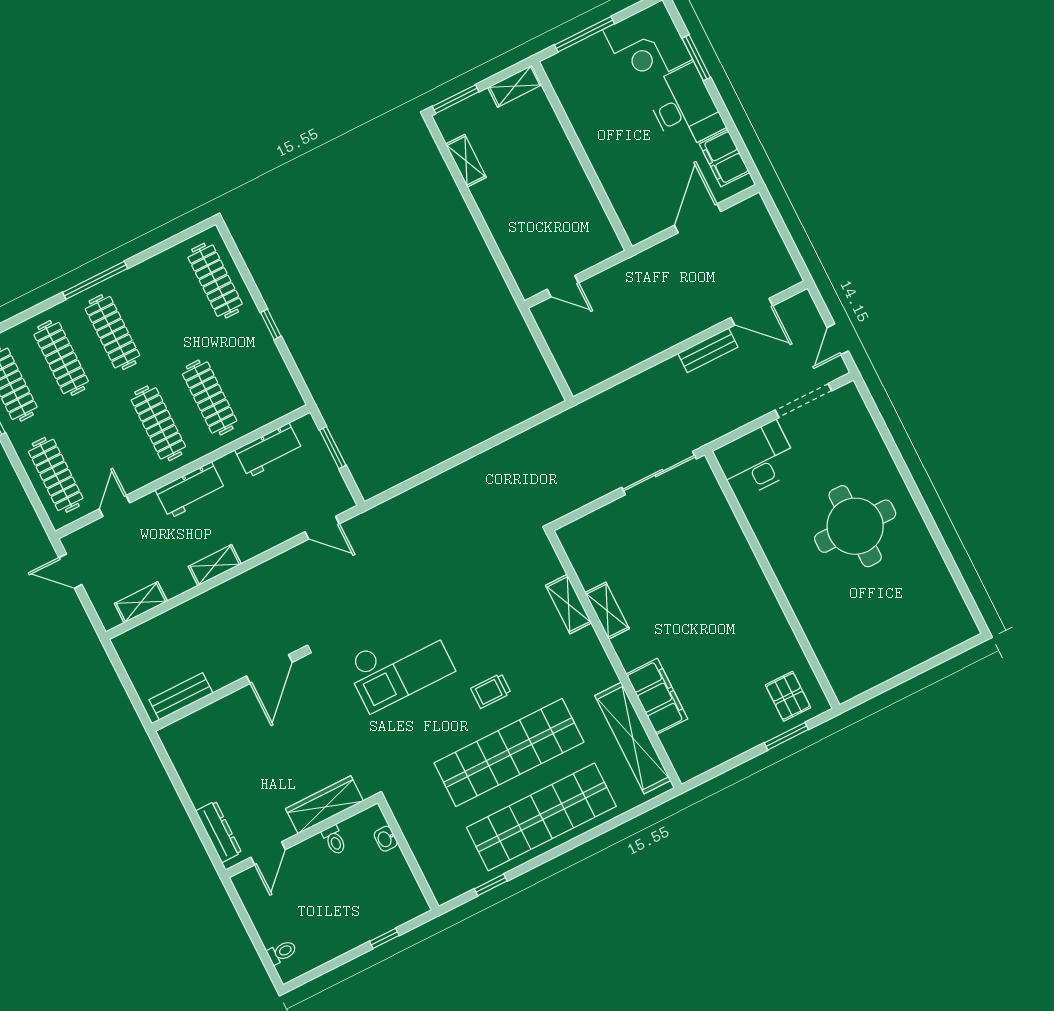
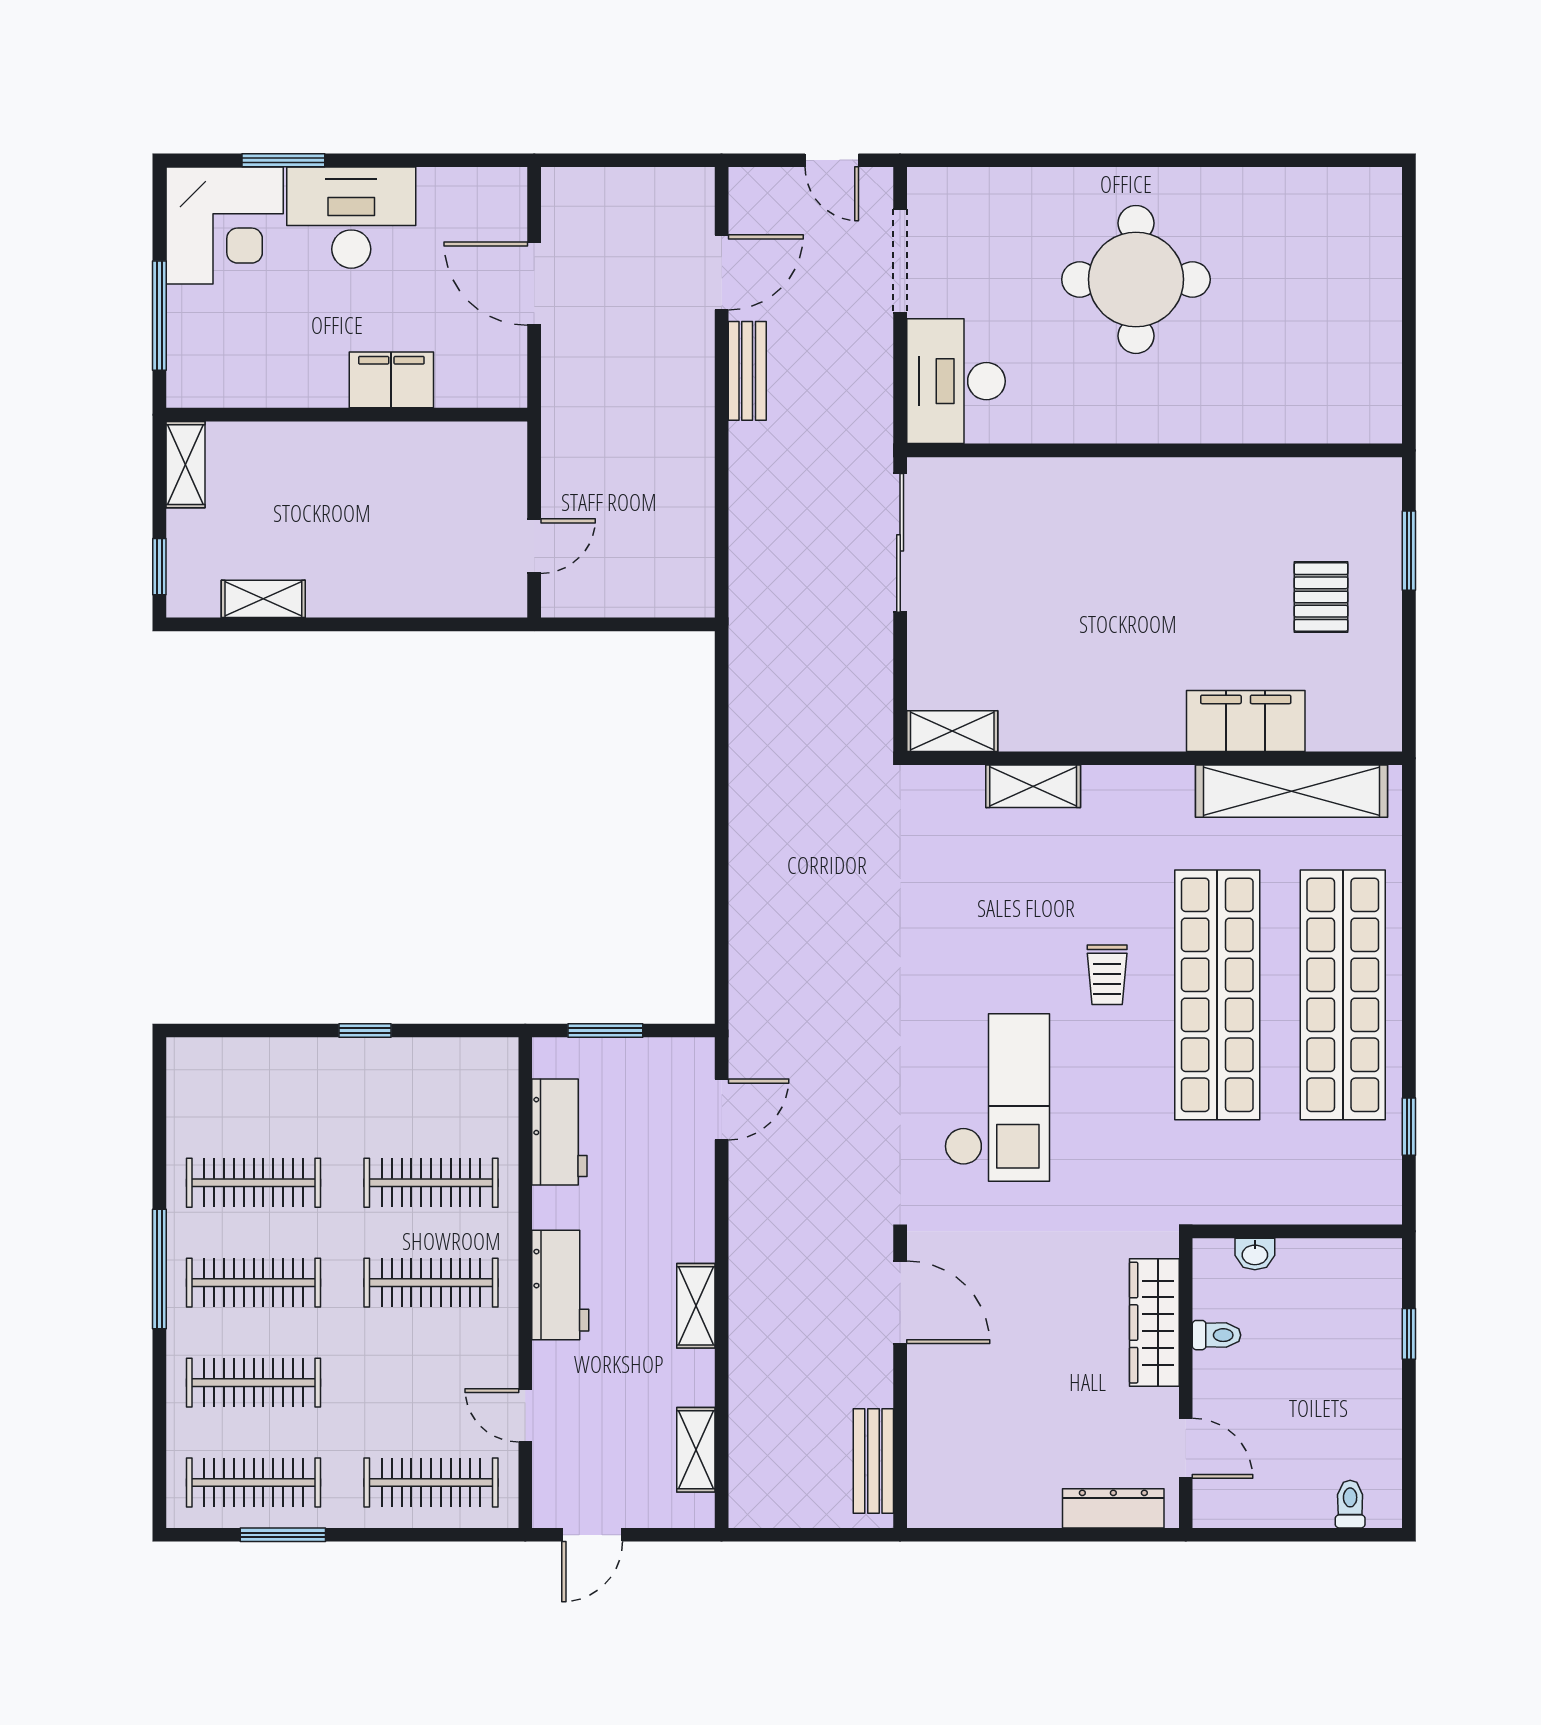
window: (456, 99) -> (159, 567), width x0.67
filing cabinet: (724, 158) -> (391, 380), moved, turned 180
clothes rail: (215, 281) -> (254, 1183), moved
shelving: (607, 611) -> (952, 731), moved
pallet: (788, 696) -> (1321, 597), moved, turned 90

